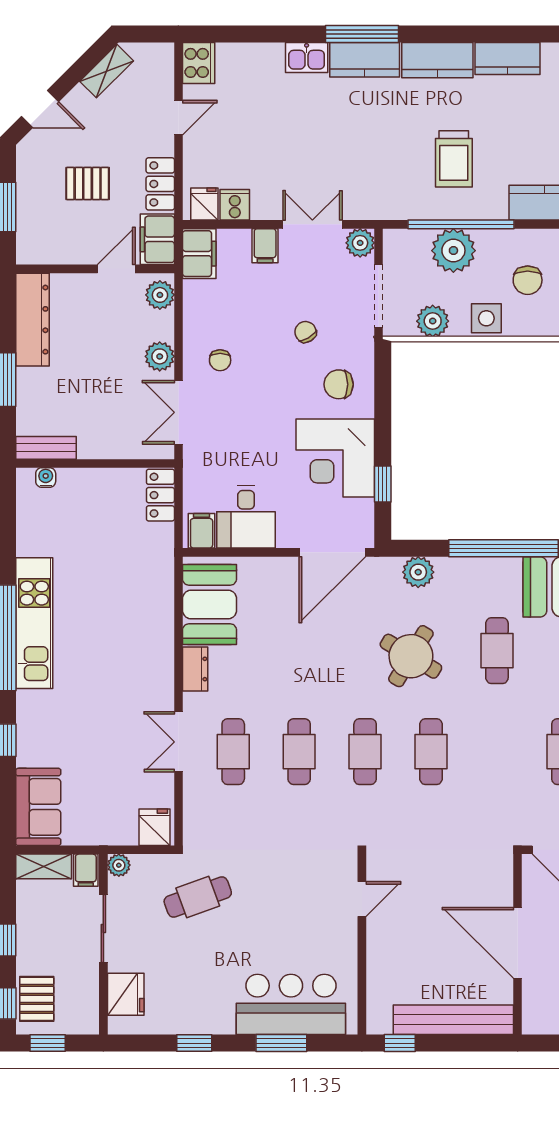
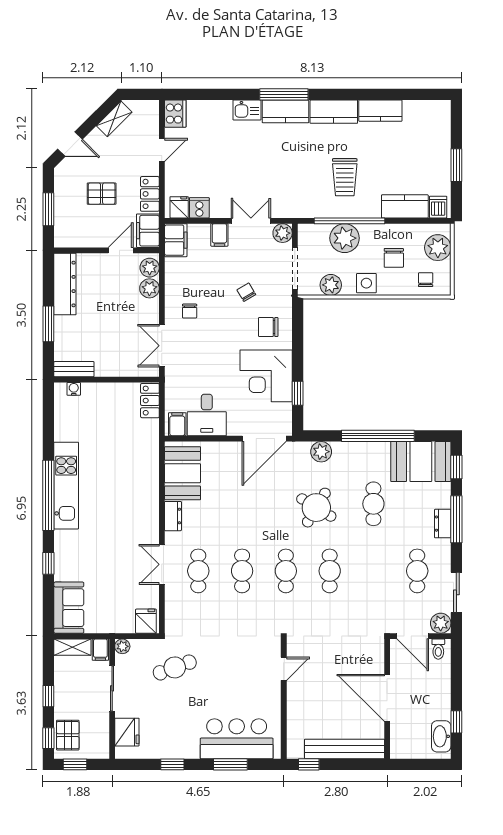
plant: (160, 356) -> (149, 288), moved

